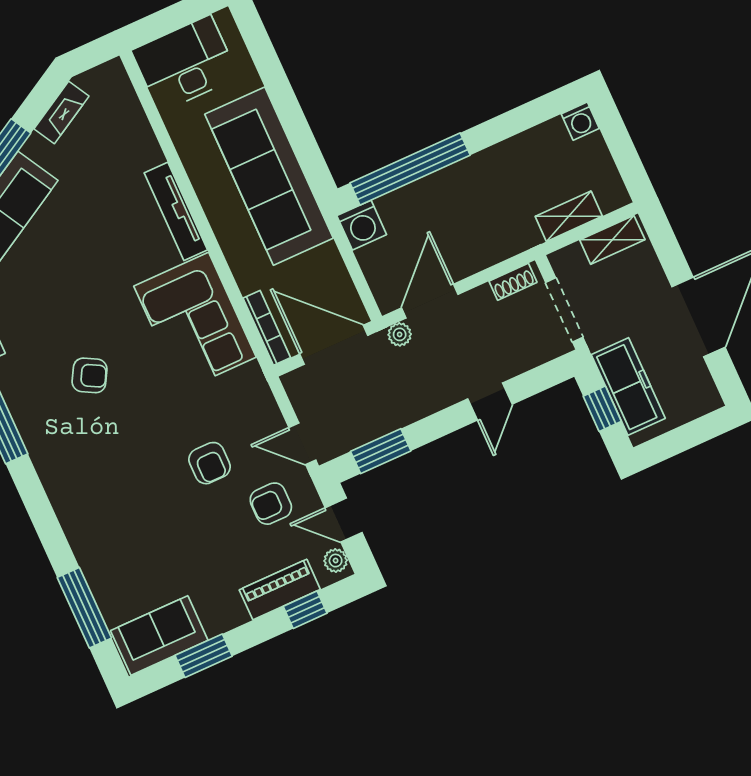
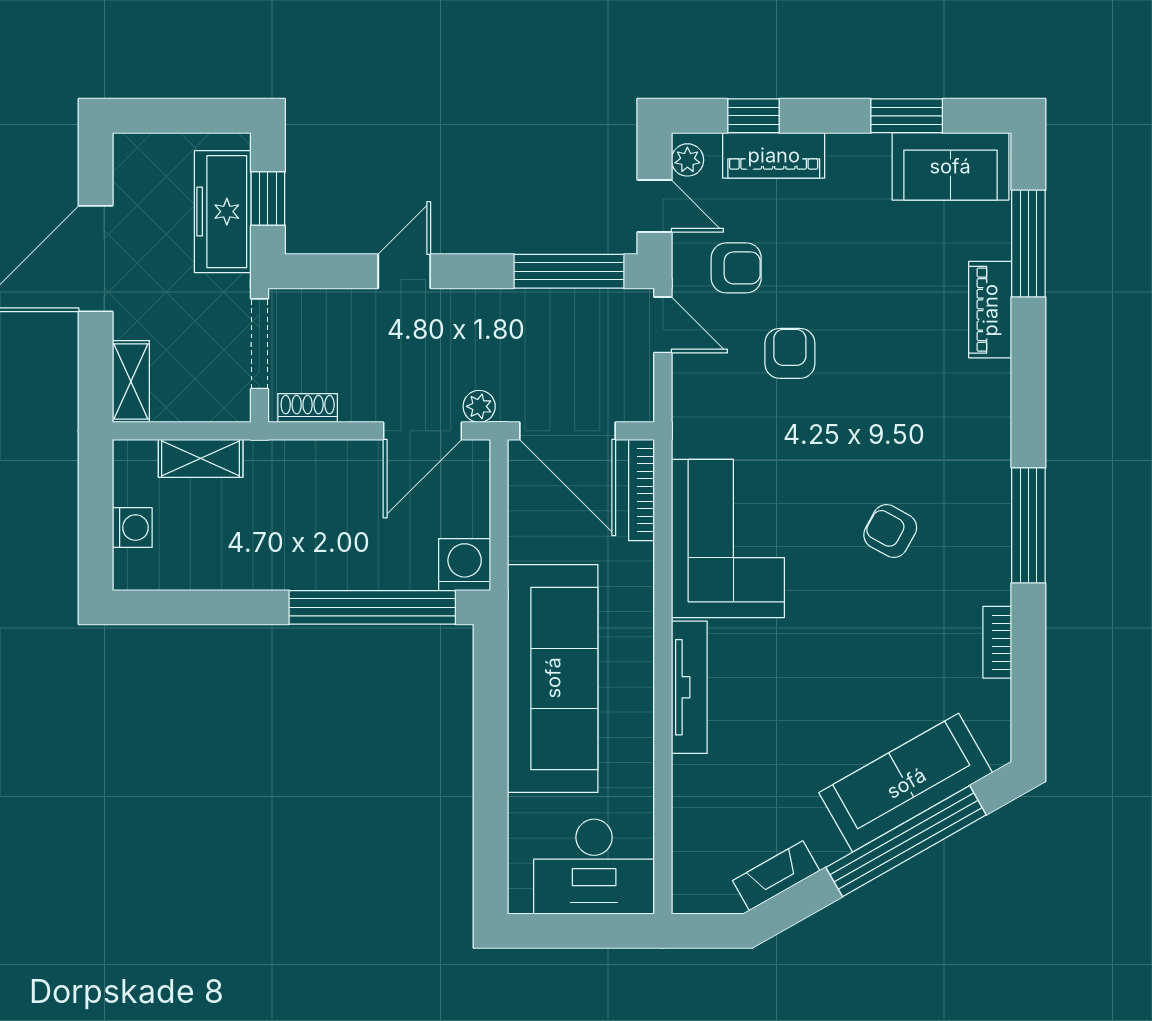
washing machine: (580, 121) -> (132, 528), moved, turned 90
shelving: (612, 240) -> (131, 382), moved, turned 90
window: (381, 451) -> (569, 271), width x1.44
piano: (90, 552) -> (990, 310), added

